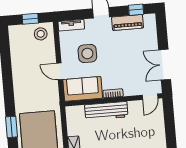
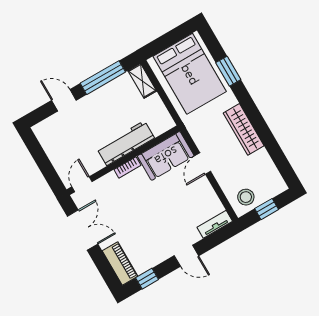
piano: (128, 23) -> (120, 264), moved, turned 90
side table: (87, 54) -> (180, 200), removed
door: (60, 71) -> (203, 164), swing flipped
wardrobe: (20, 82) -> (244, 129), added

